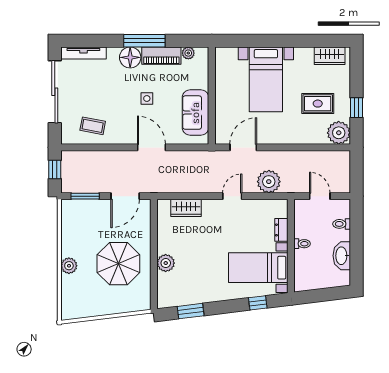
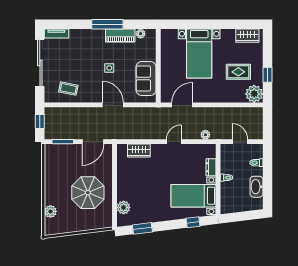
tv unit: (83, 53) -> (56, 34), width x0.71
floor lamp: (130, 57) -> (97, 37), removed
plant: (269, 182) -> (205, 135), width x0.53, depth x0.53
plant: (166, 263) -> (124, 207), moved
plant: (69, 266) -> (50, 211), moved

